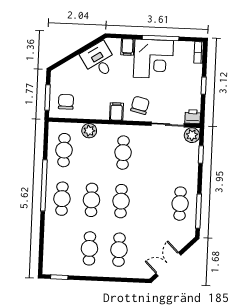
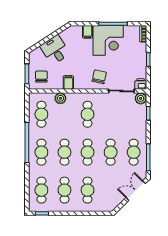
desk: (99, 60) -> (55, 50), moved
filing cabinet: (116, 112) -> (68, 82), moved
cafe table: (151, 202) -> (111, 152), added
cafe table: (60, 247) -> (41, 190), added
double door: (168, 264) -> (136, 191), moved

